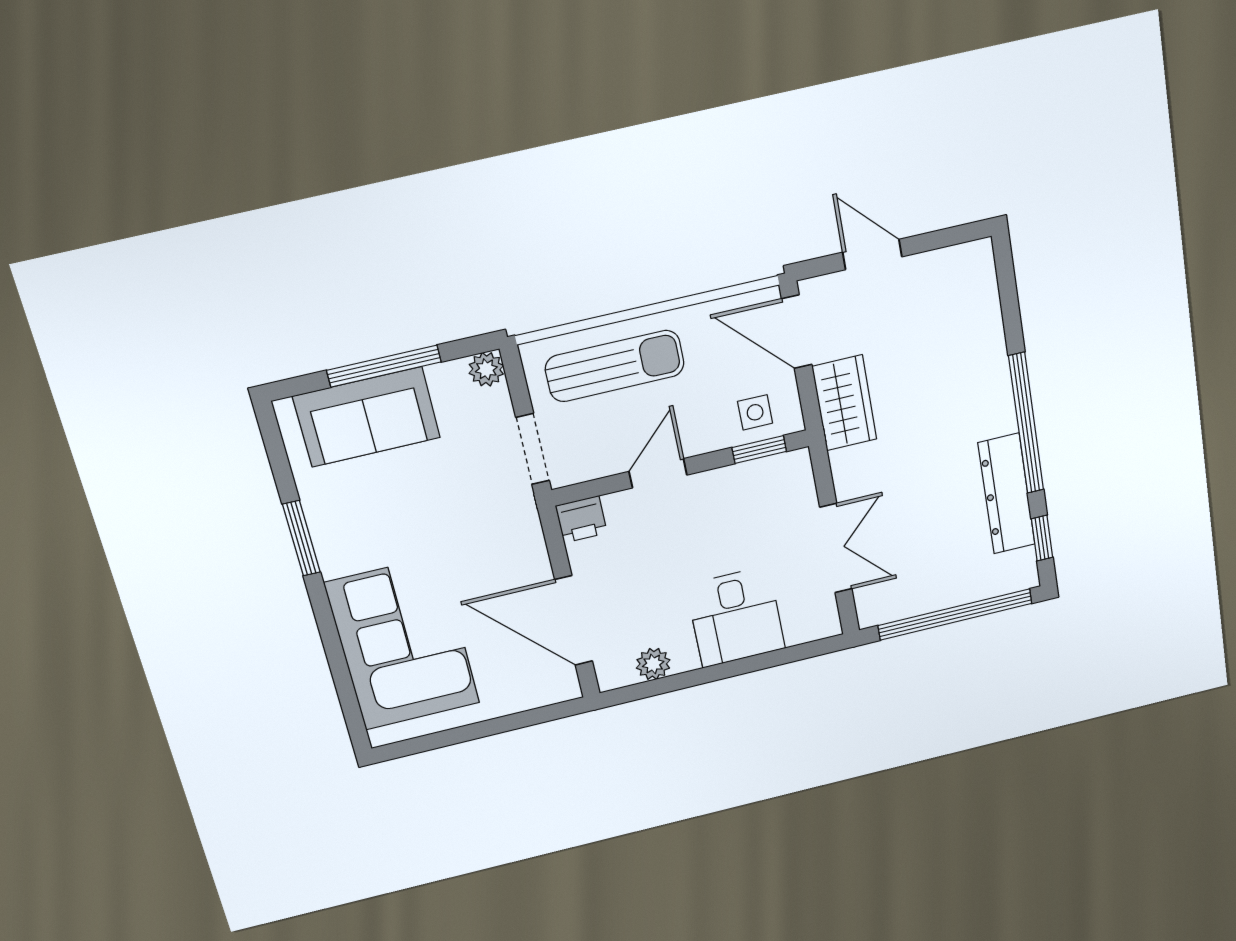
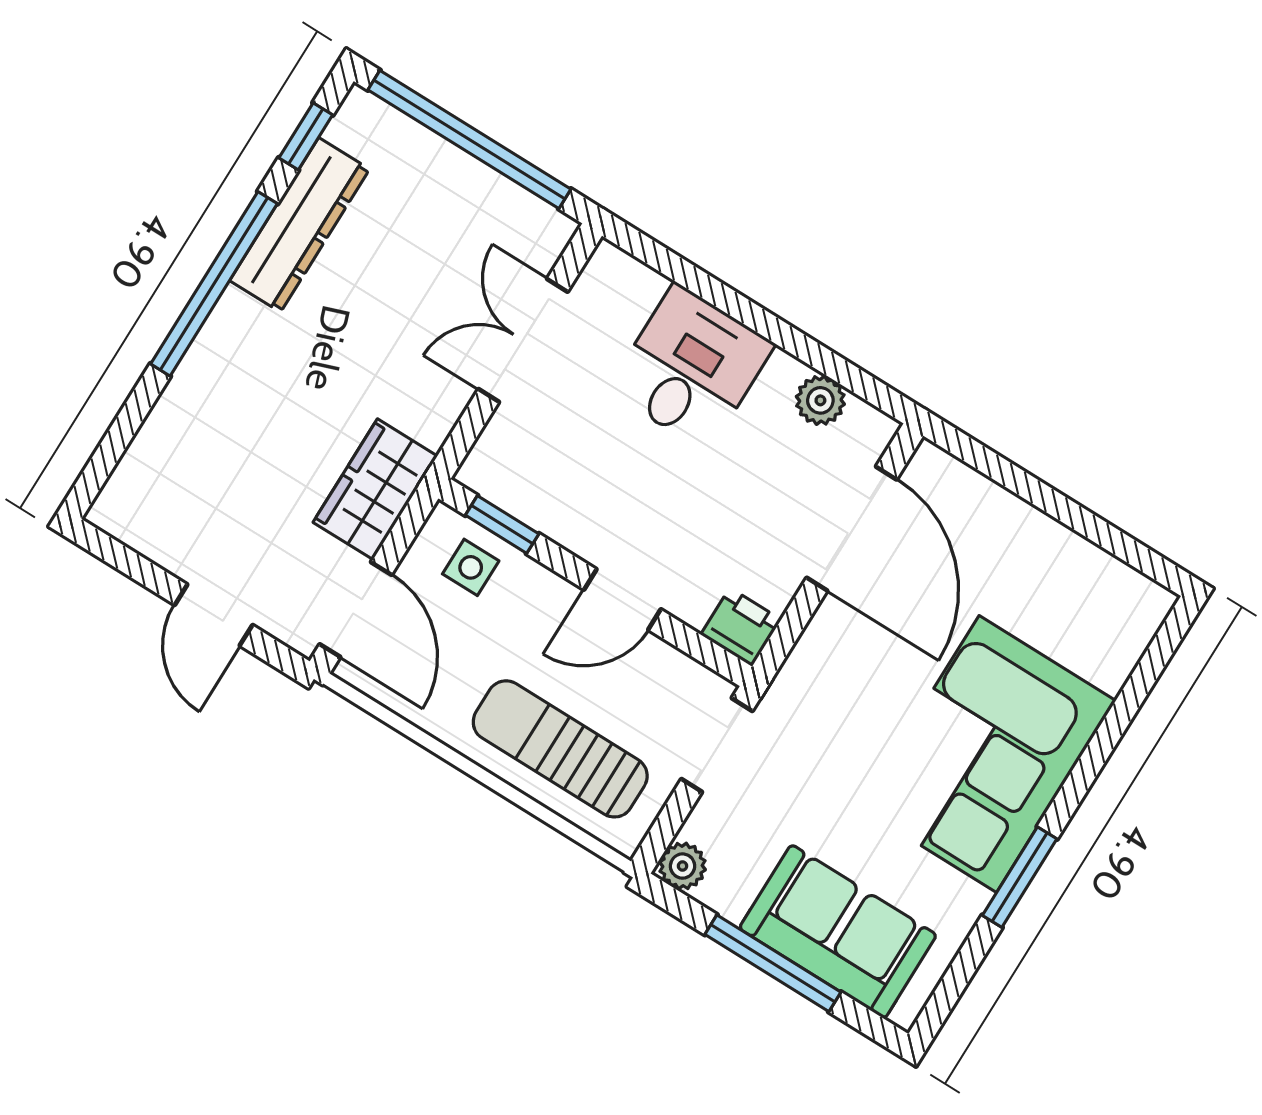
corner sofa: (403, 643) -> (988, 754), moved

